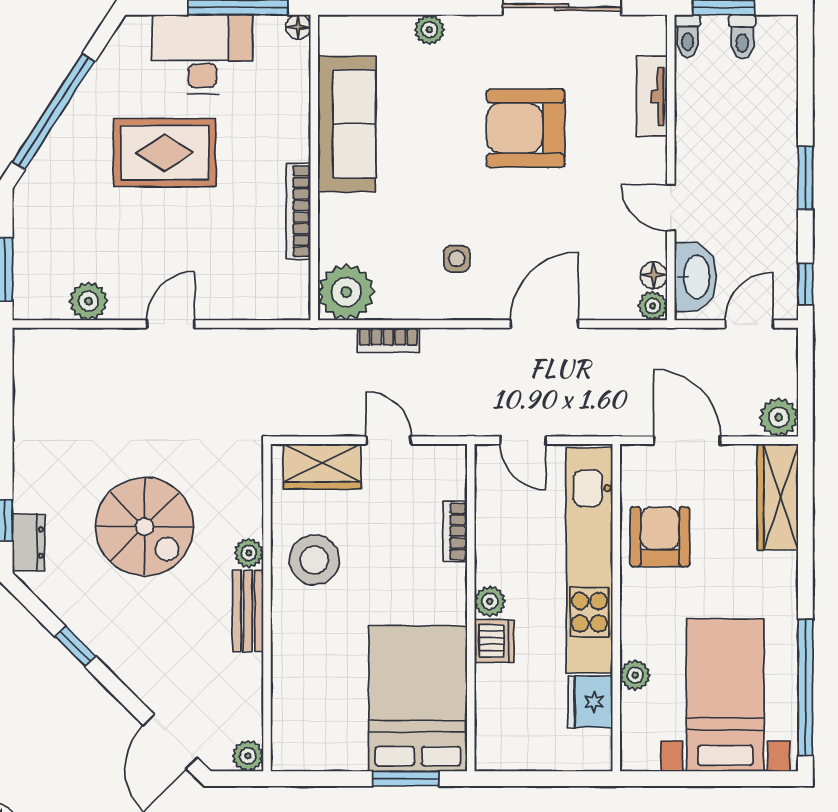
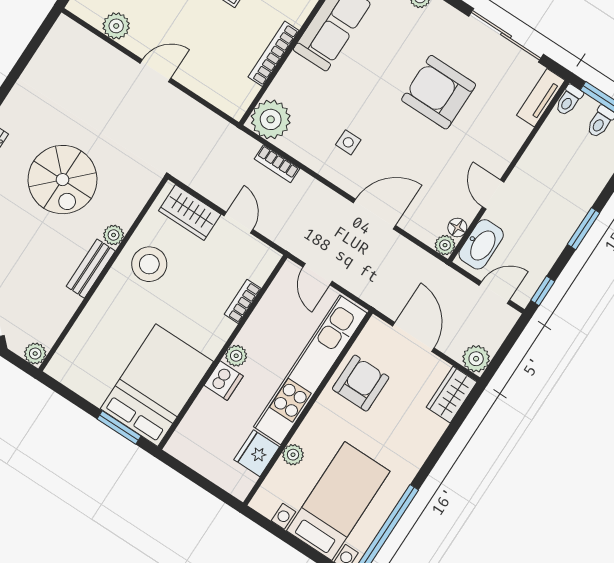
tv unit: (652, 96) -> (541, 98), moved
wardrobe: (778, 497) -> (452, 395), width x0.67

